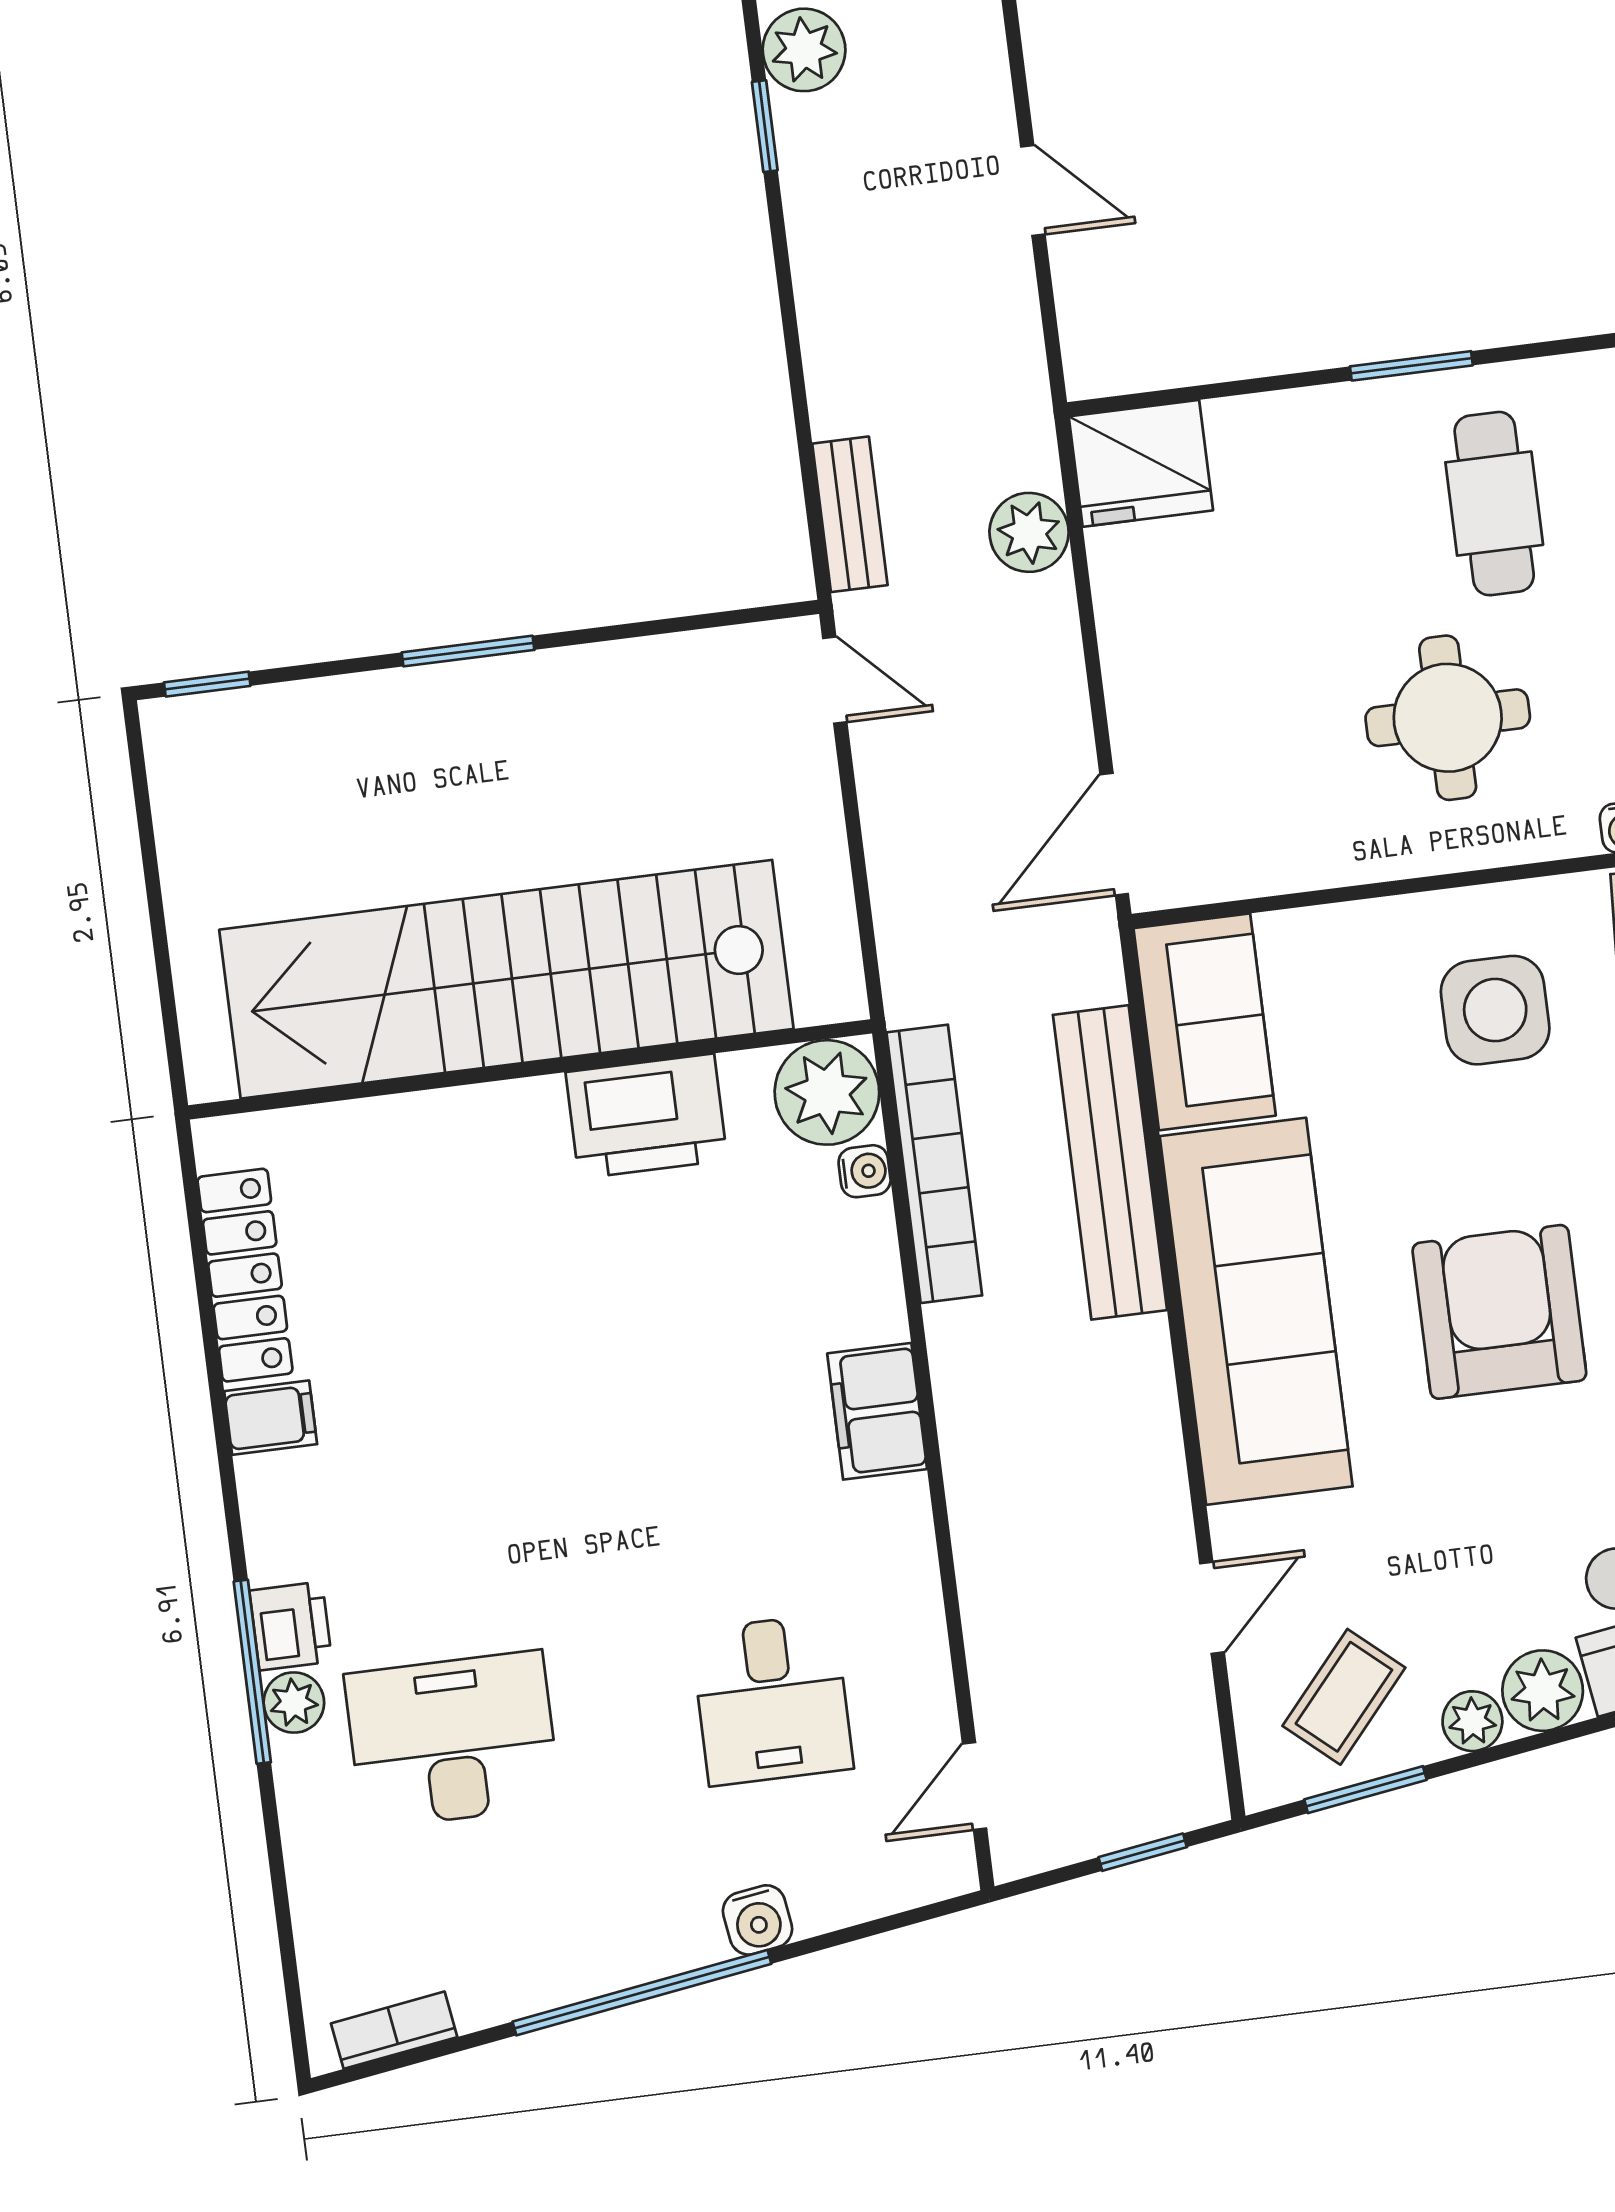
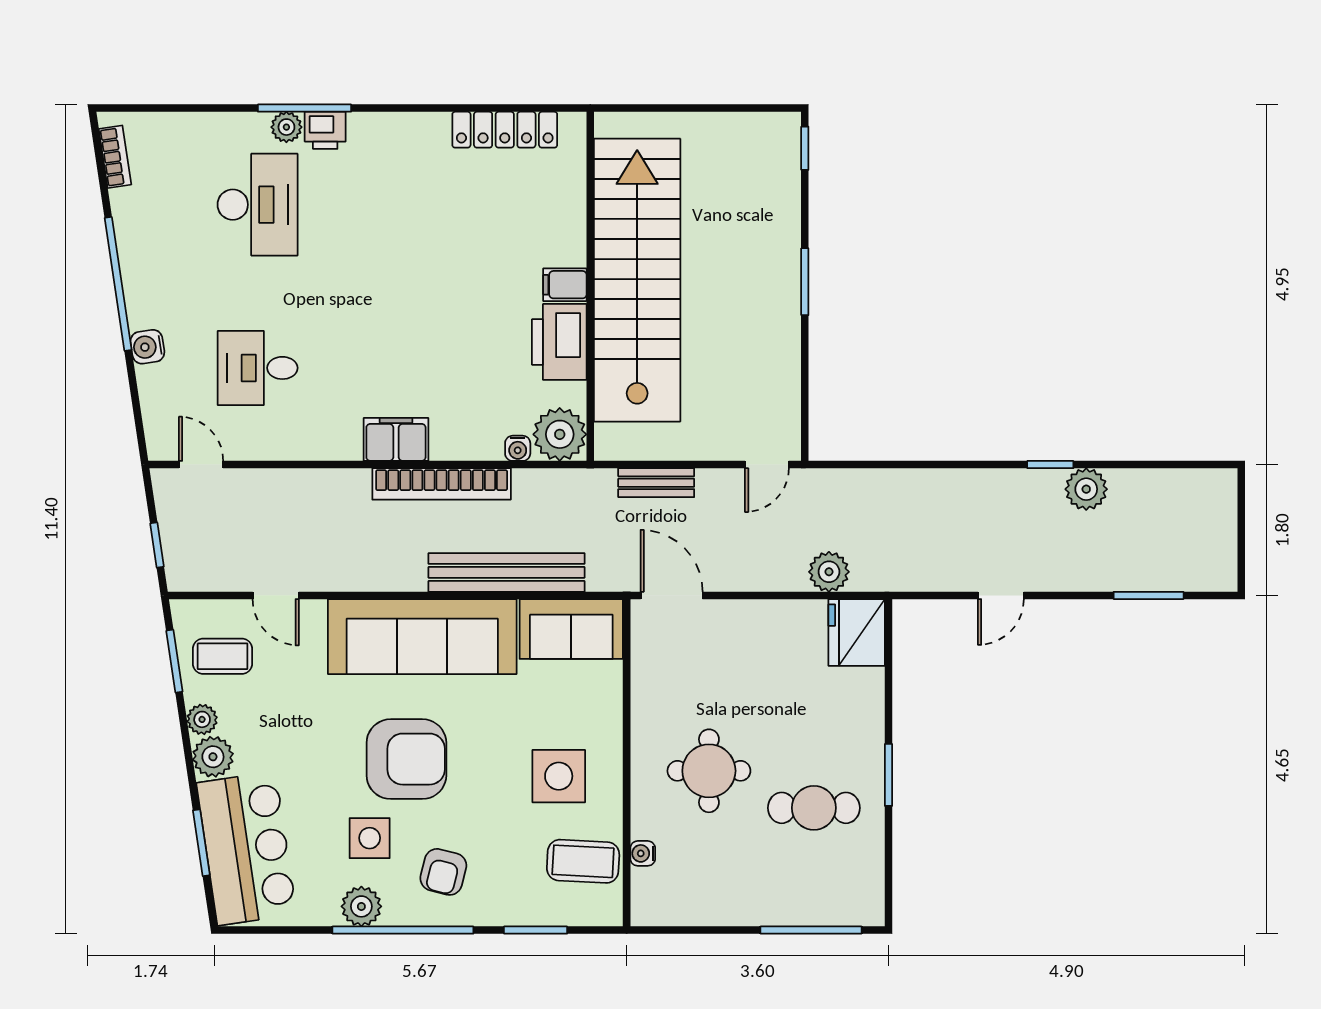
bench: (850, 514) -> (656, 483), moved
bookcase: (934, 1164) -> (442, 484), moved
filing cabinet: (271, 1418) -> (565, 285), moved, turned 90
coffee table: (1344, 1697) -> (223, 656), turned -41

